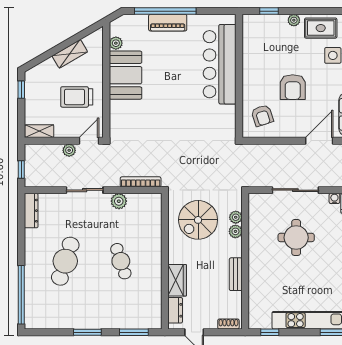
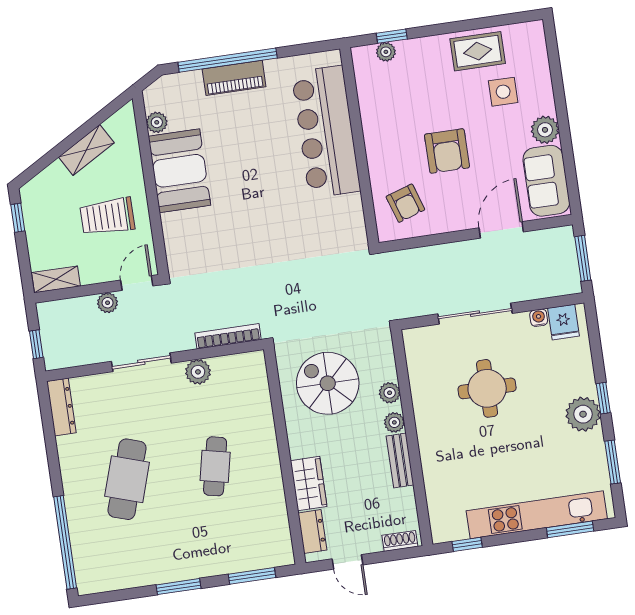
plant: (294, 20) -> (386, 52), moved
plant: (236, 217) -> (394, 422), moved
spiral stairs: (198, 220) -> (328, 383), turned 90
cafe table: (121, 261) -> (215, 466), turned 30

